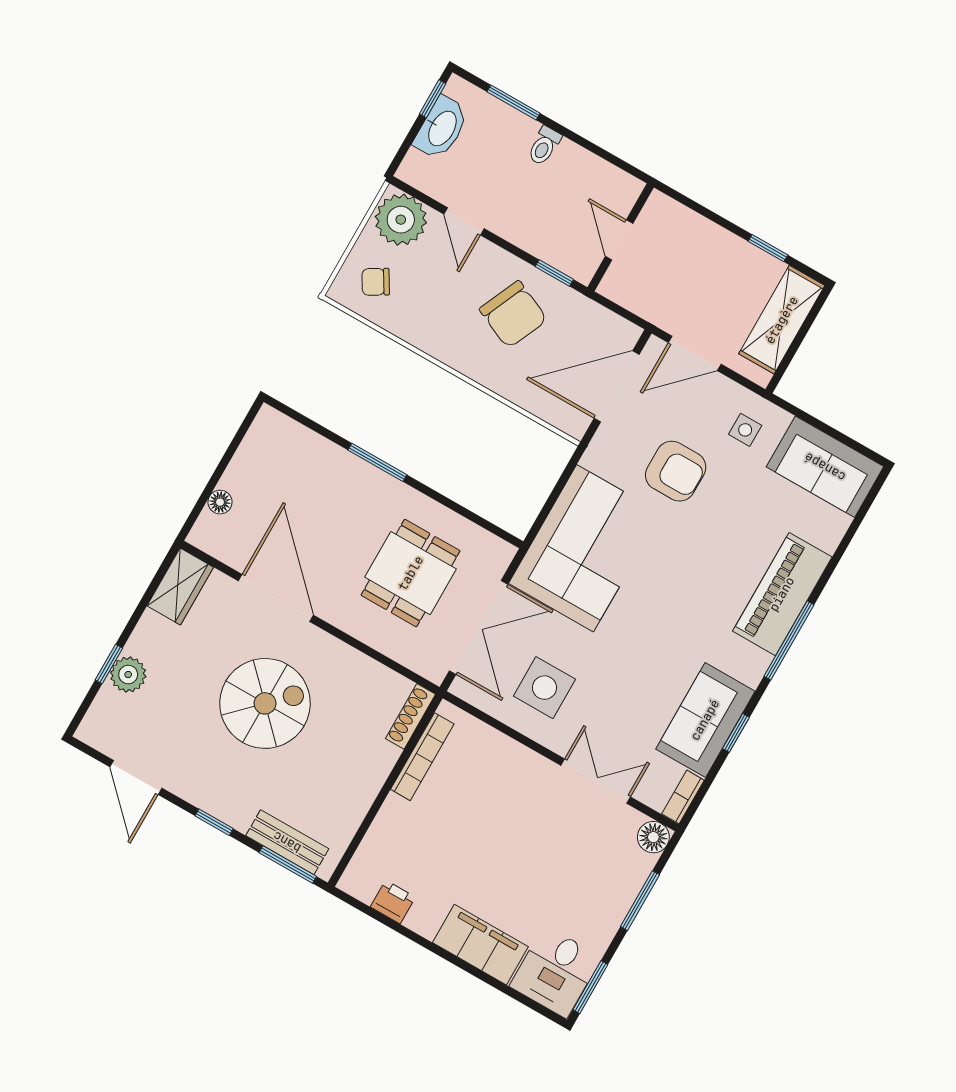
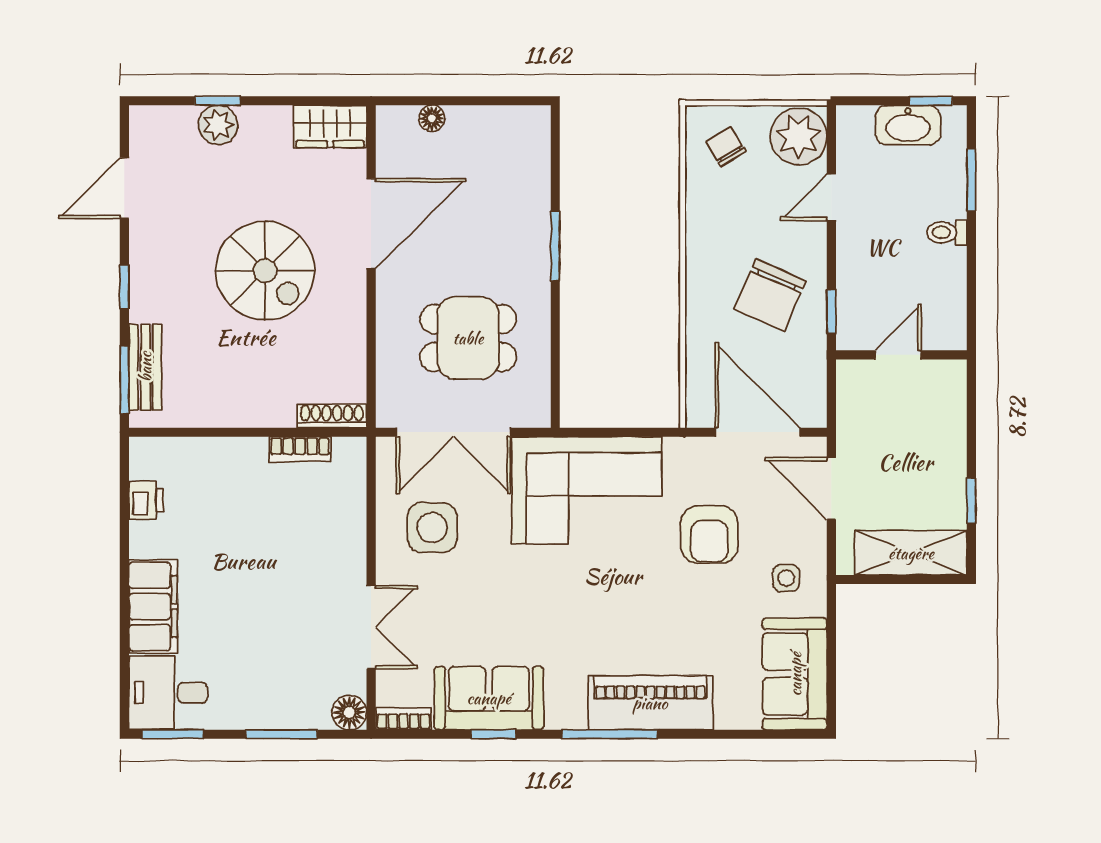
bookcase: (422, 757) -> (300, 449), width x0.64

